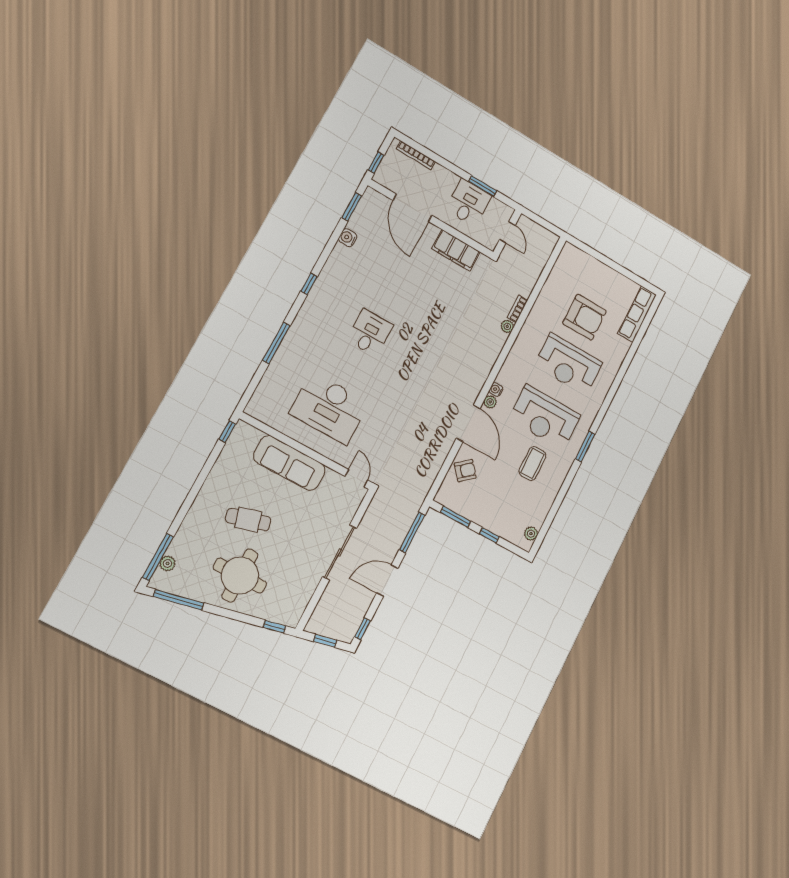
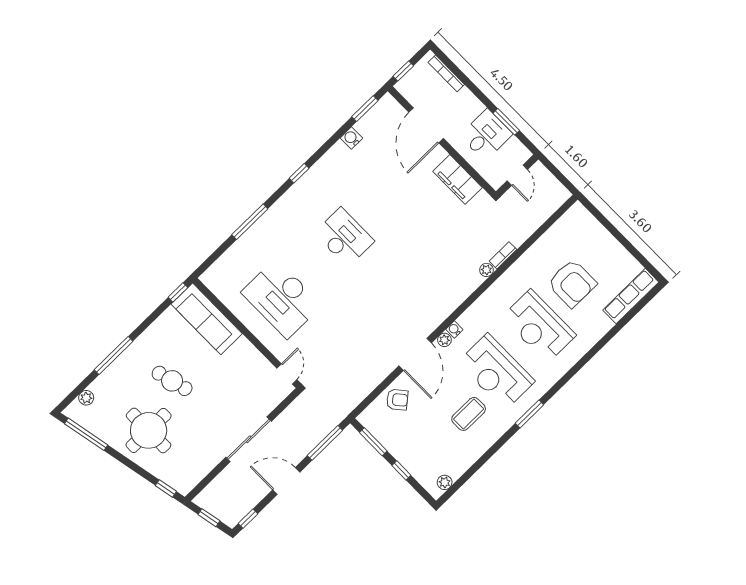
desk: (370, 333) -> (344, 237), width x1.37
sofa: (289, 463) -> (207, 319), moved
window: (158, 557) -> (114, 356), moved

